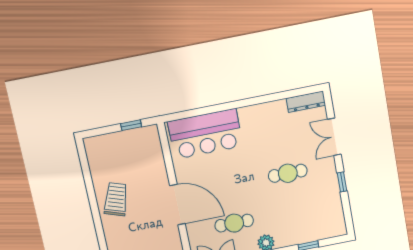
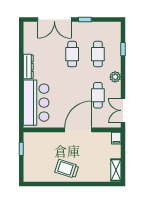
dresser: (306, 102) -> (28, 67), moved
double door: (334, 137) -> (54, 20), width x1.37
cafe table: (295, 211) -> (98, 54), added

